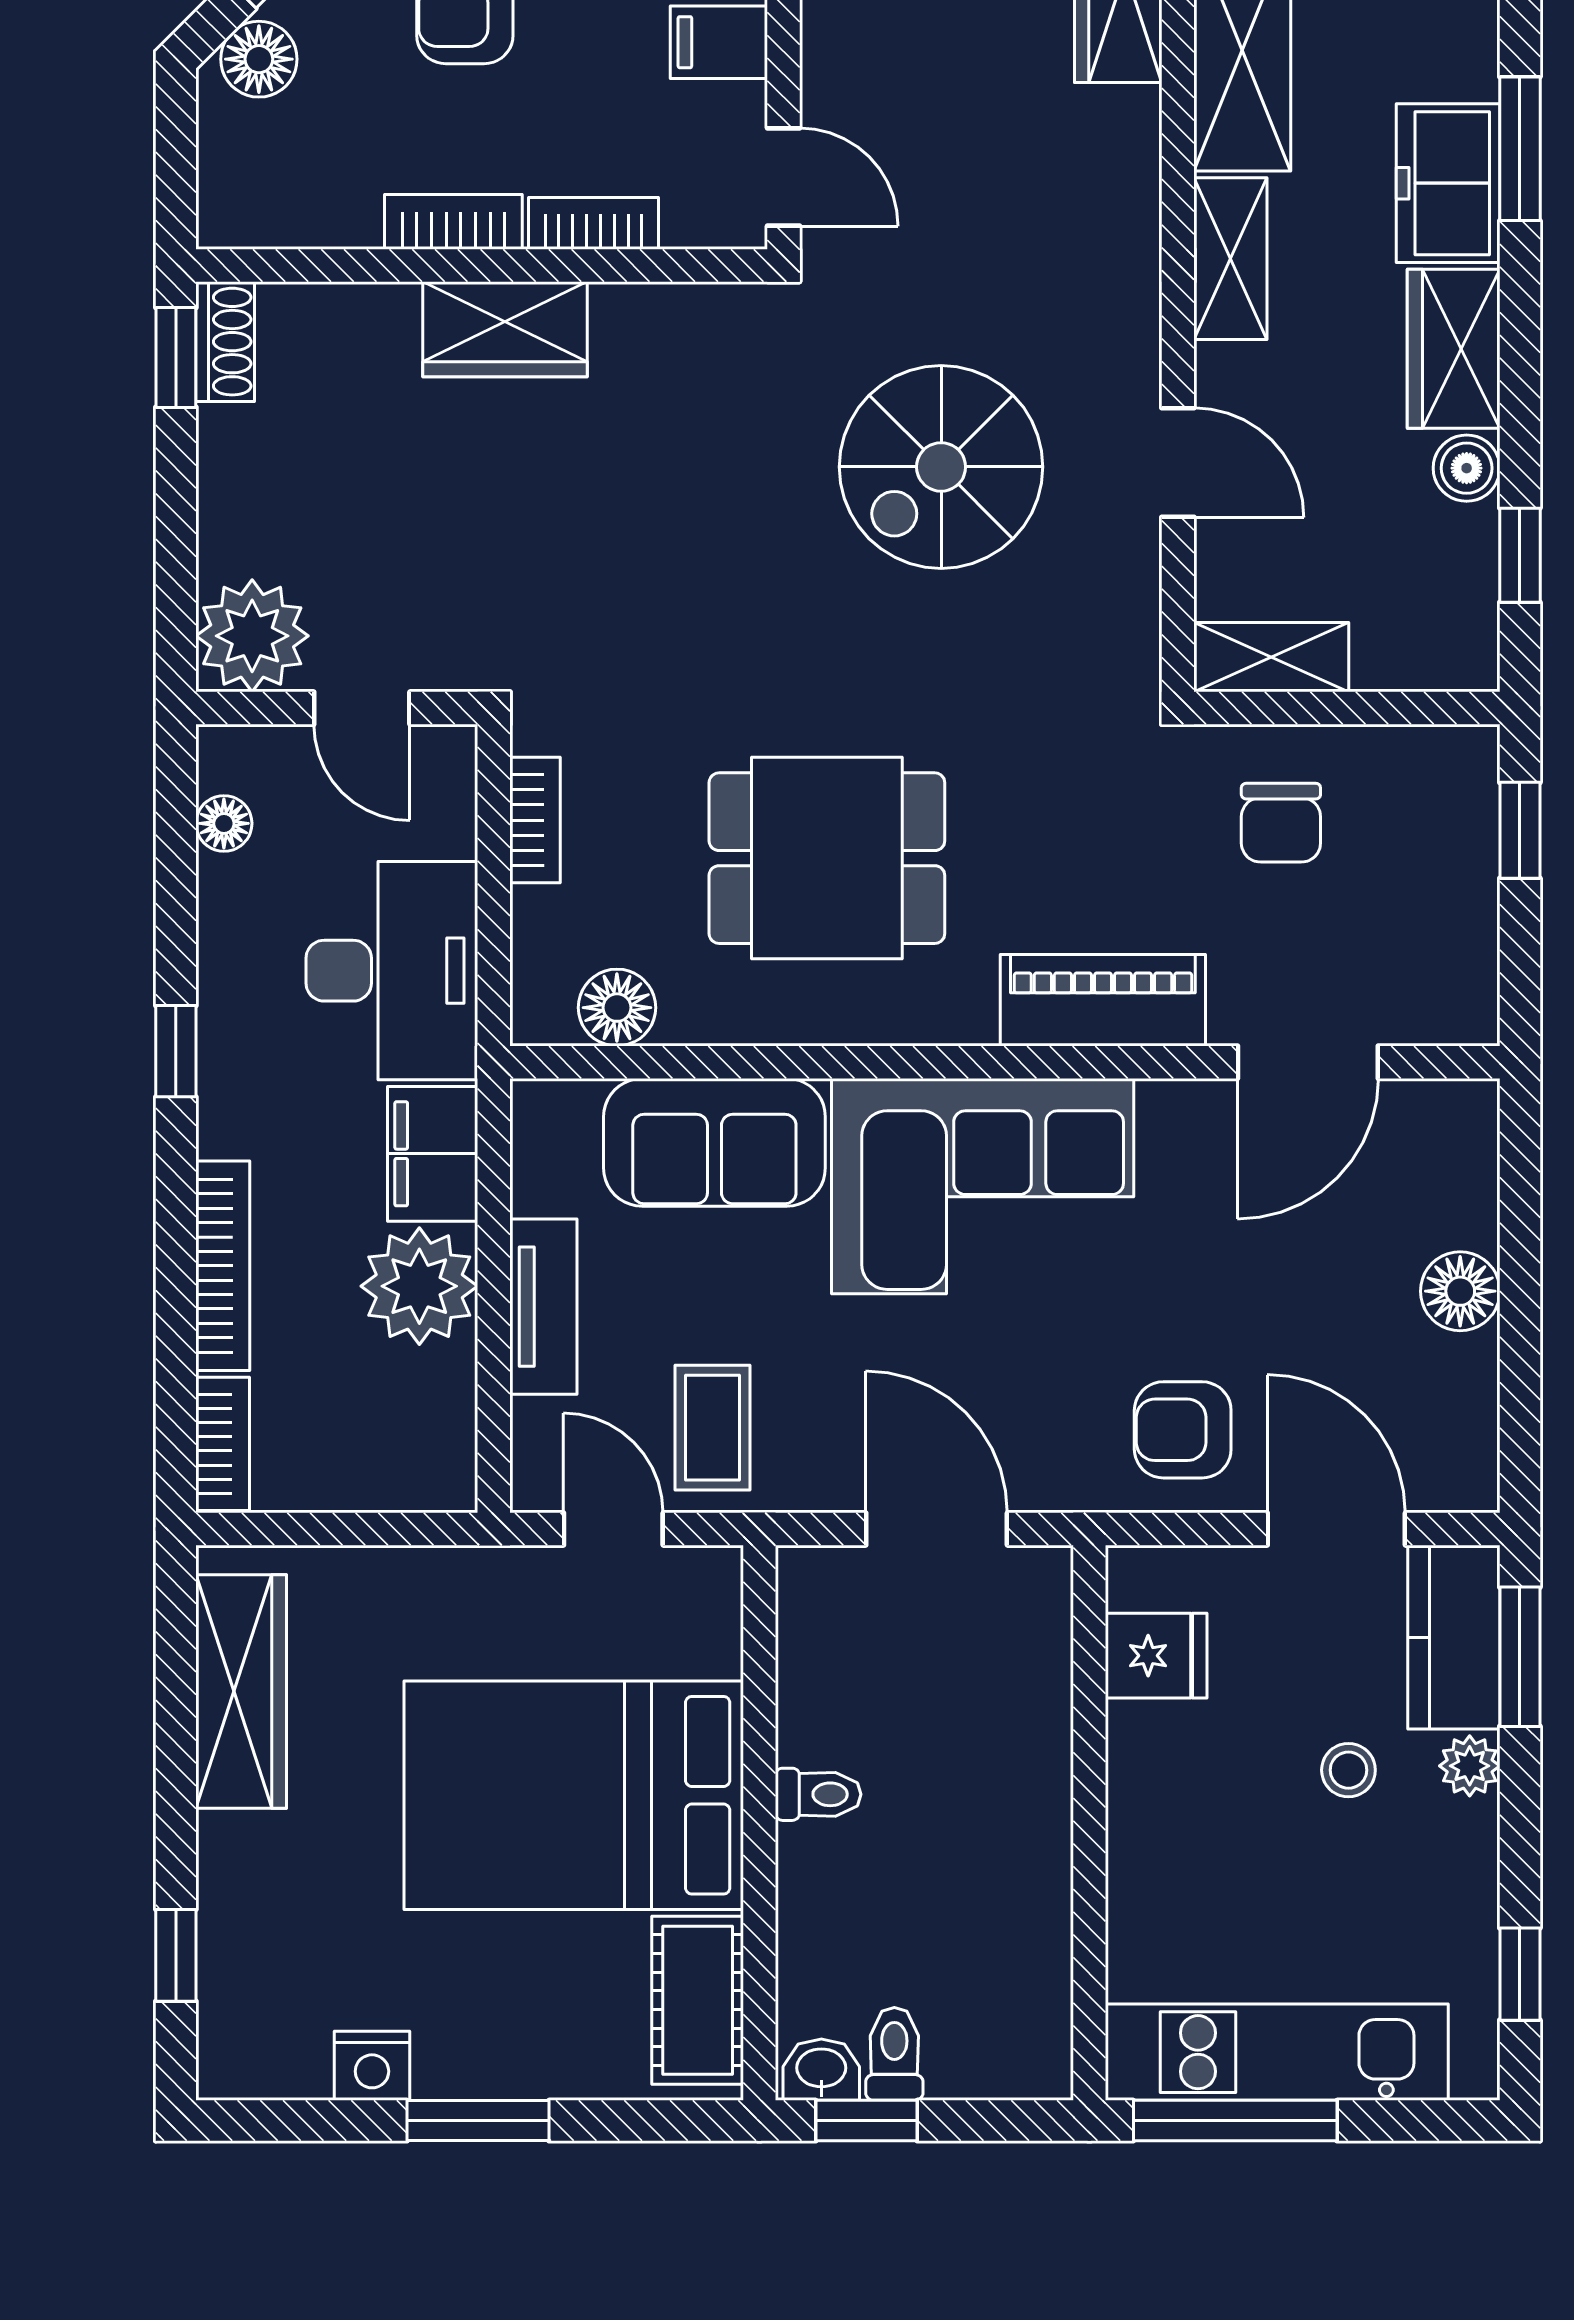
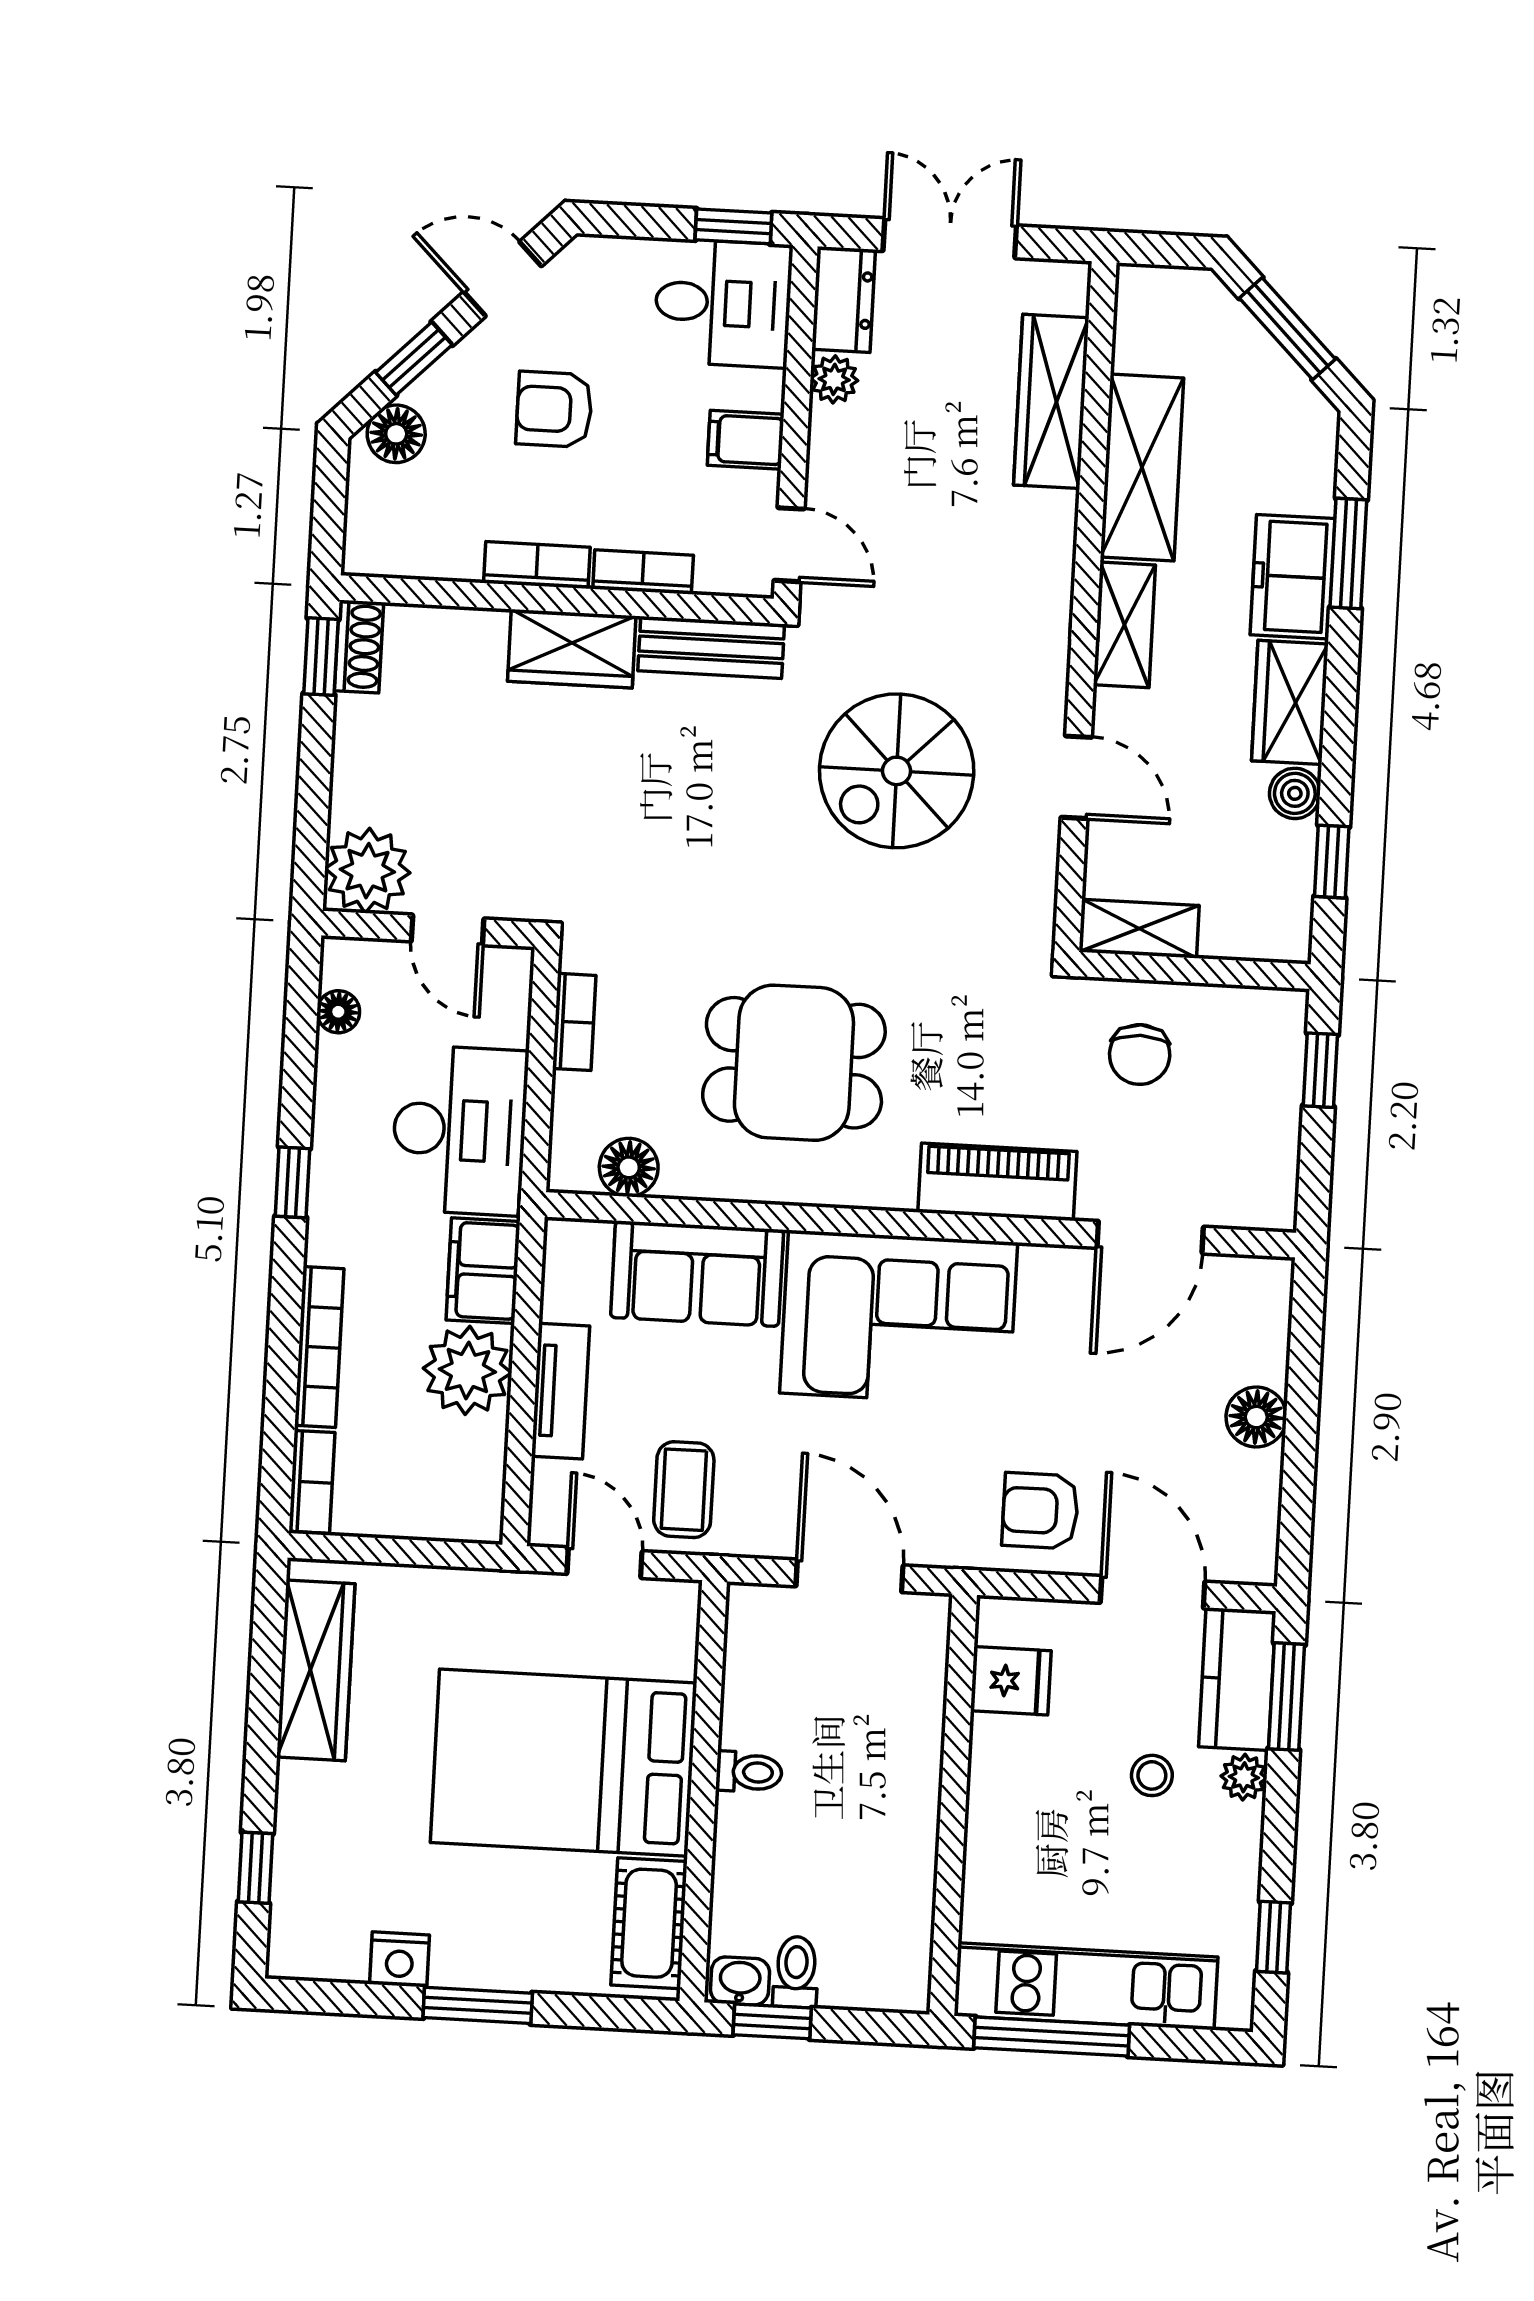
bench: (688, 318) -> (711, 647), added

